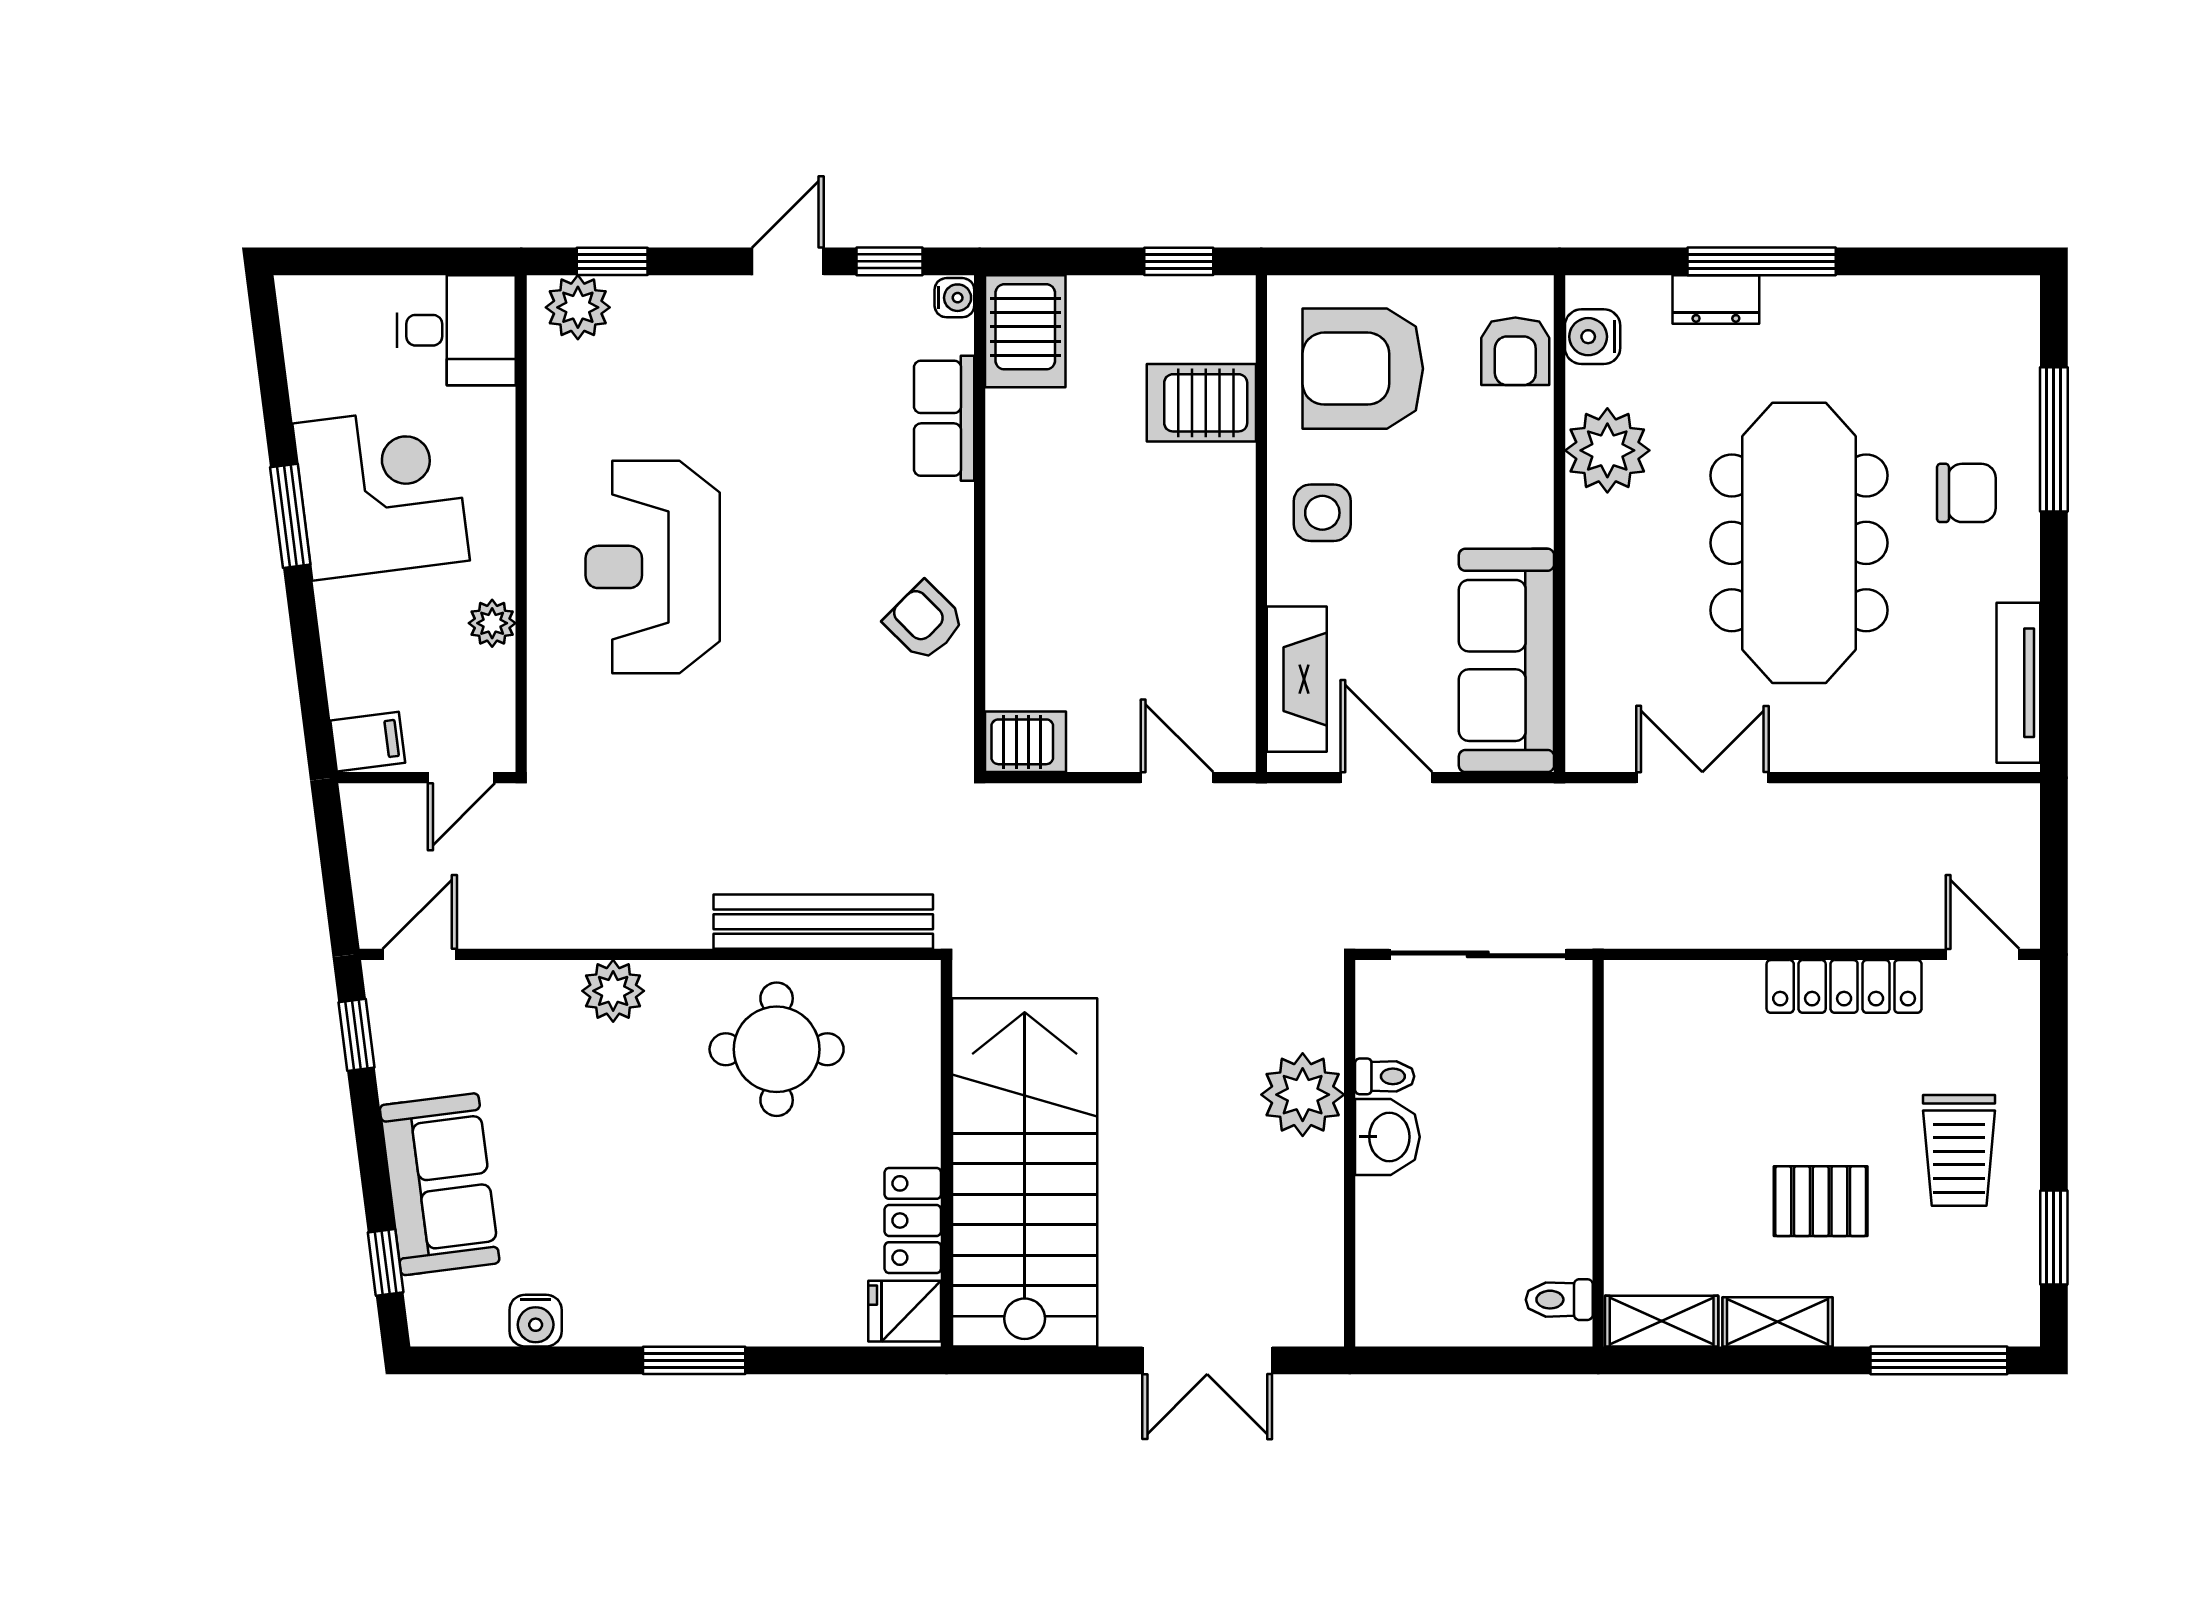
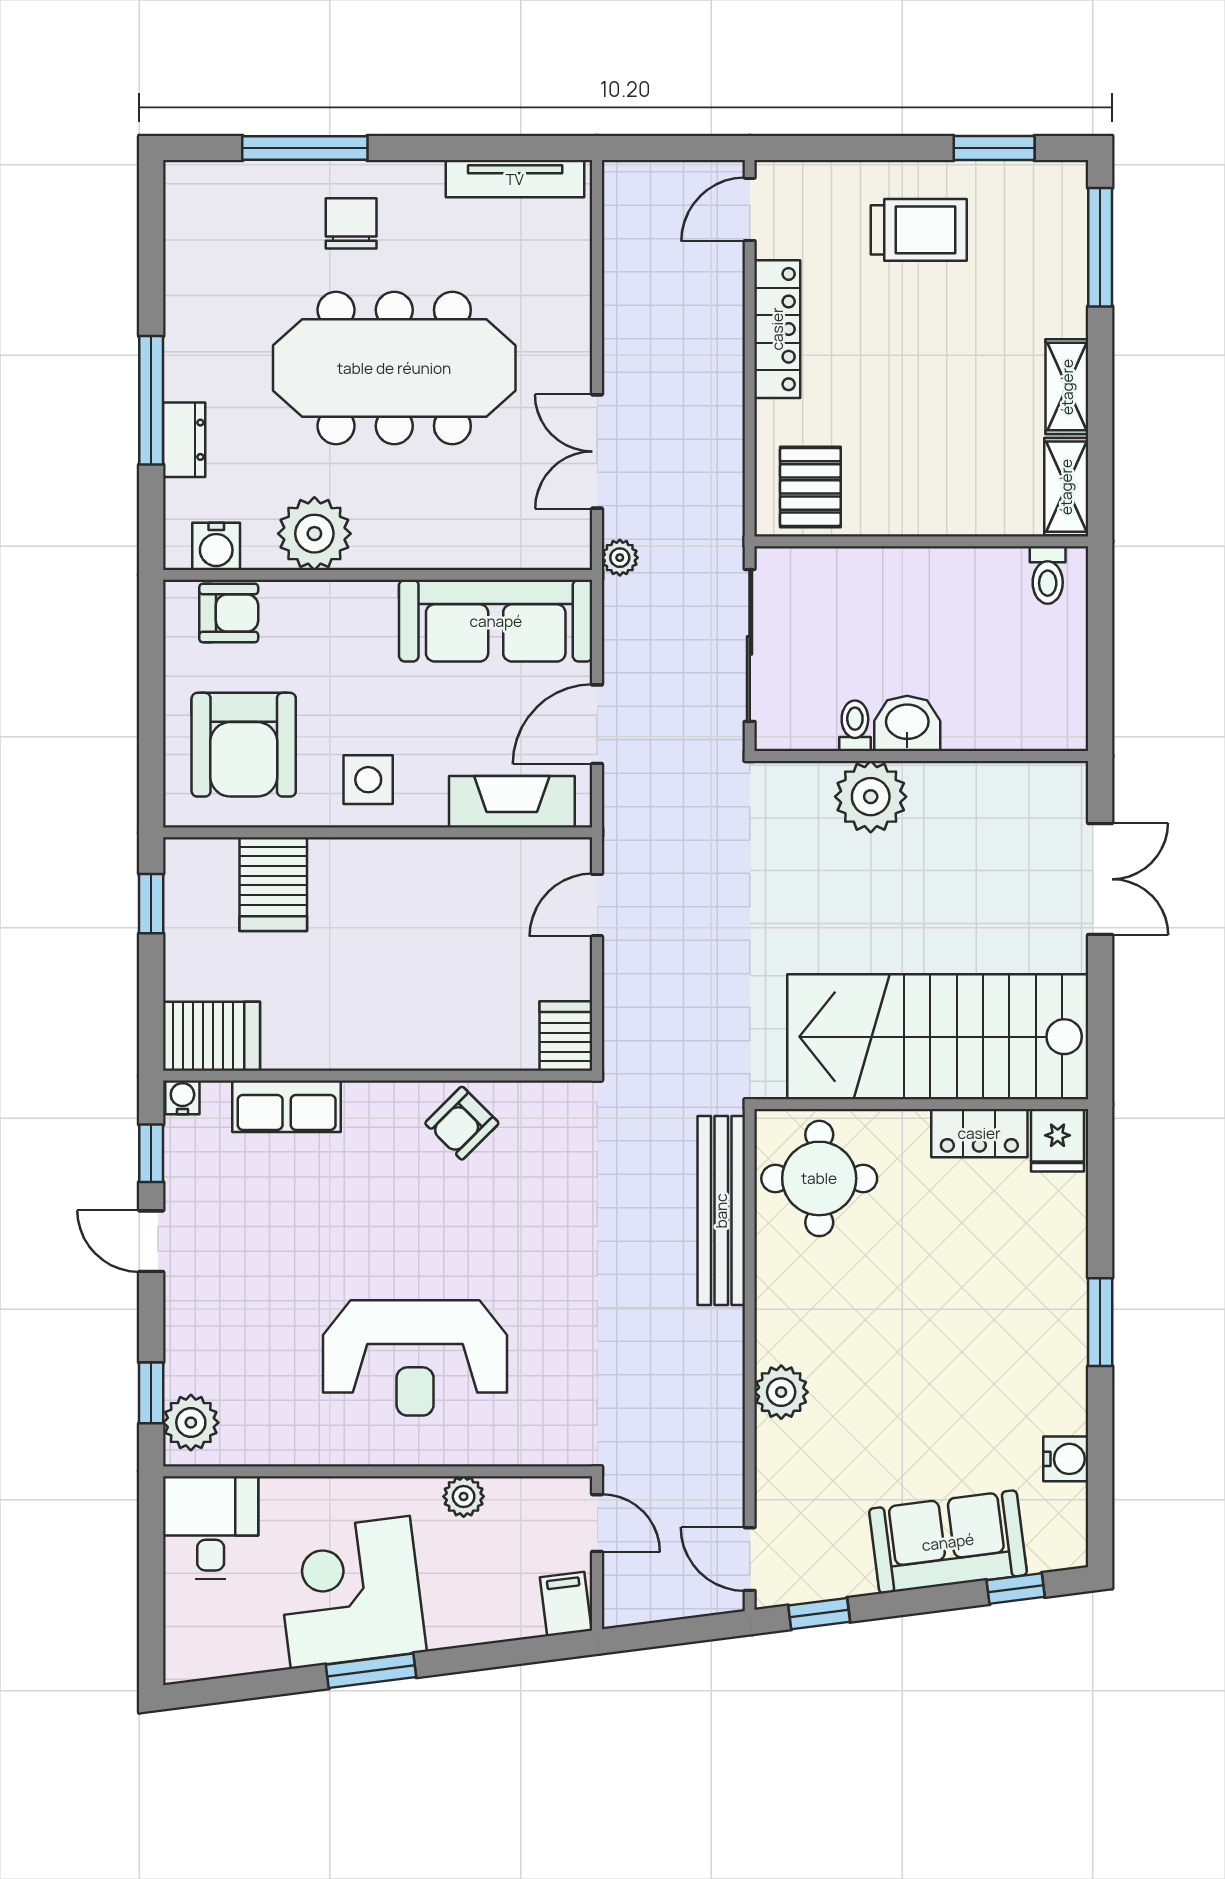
plant: (1579, 804) -> (620, 558), added
round table: (777, 1049) -> (819, 1178), moved
pallet: (1821, 1201) -> (810, 487), moved

